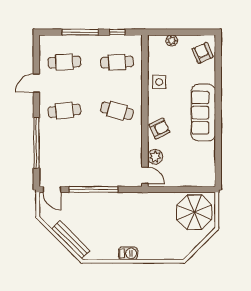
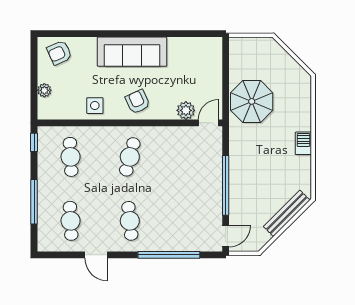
window: (117, 32) -> (34, 142), moved
armchair: (159, 129) -> (138, 102), moved
parasol: (194, 212) -> (252, 101), moved

